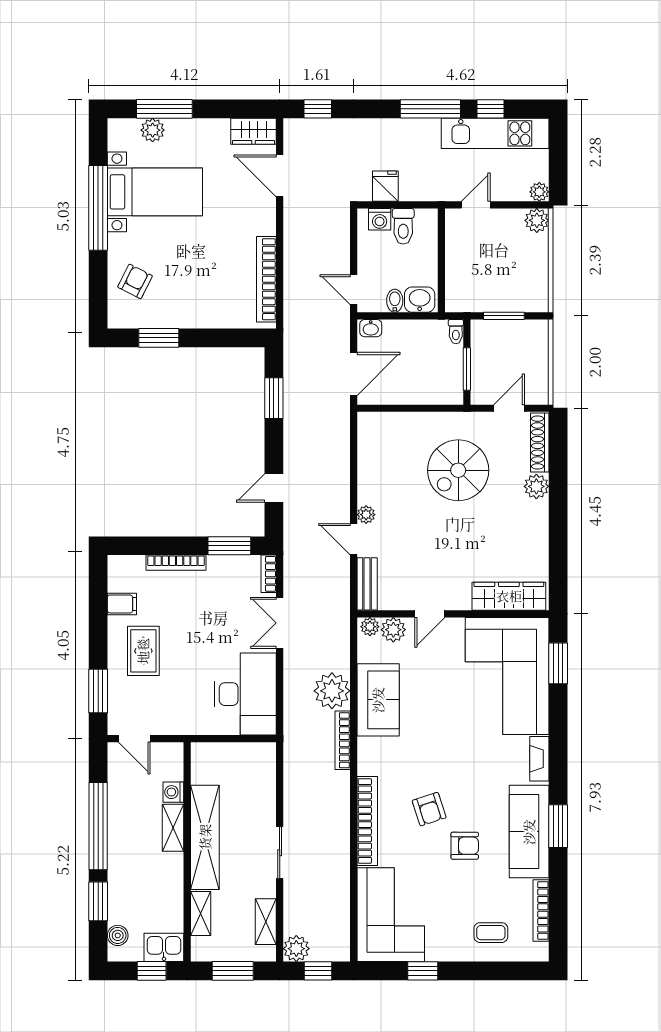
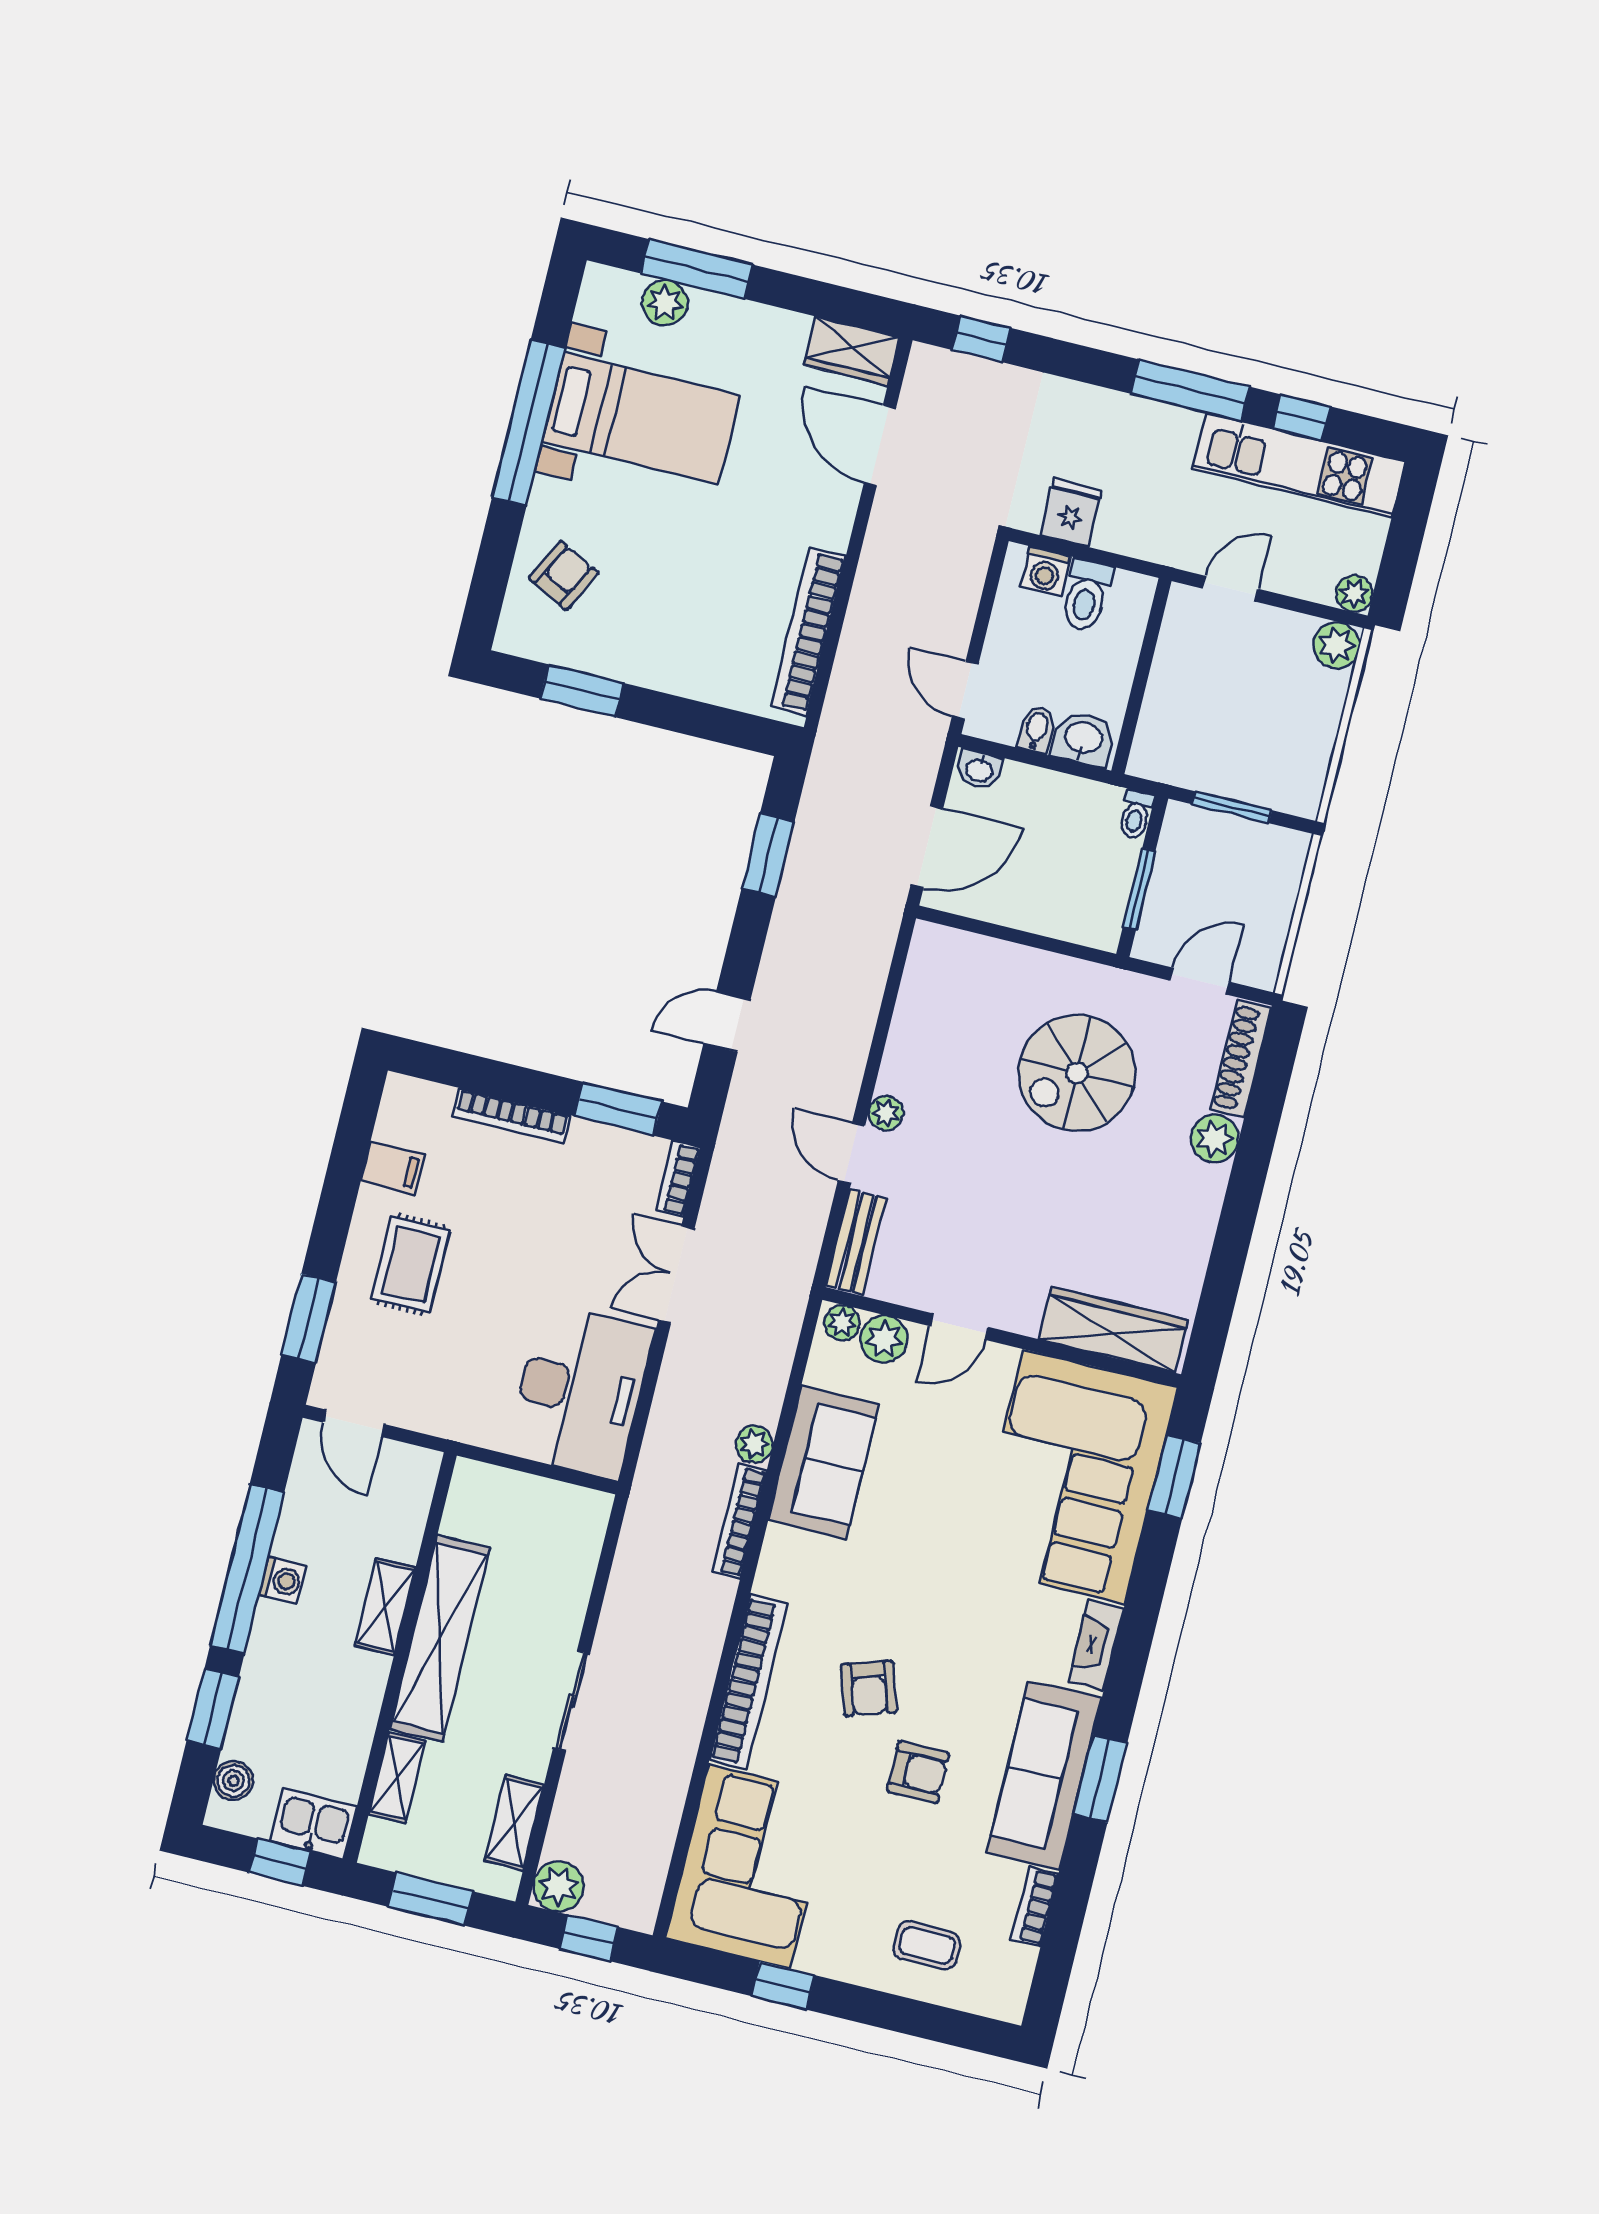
plant: (332, 691) -> (754, 1444), width x0.53, depth x0.53
washing machine: (173, 792) -> (283, 1580), moved, turned 180
bookcase: (541, 910) -> (1035, 1907), width x0.64

